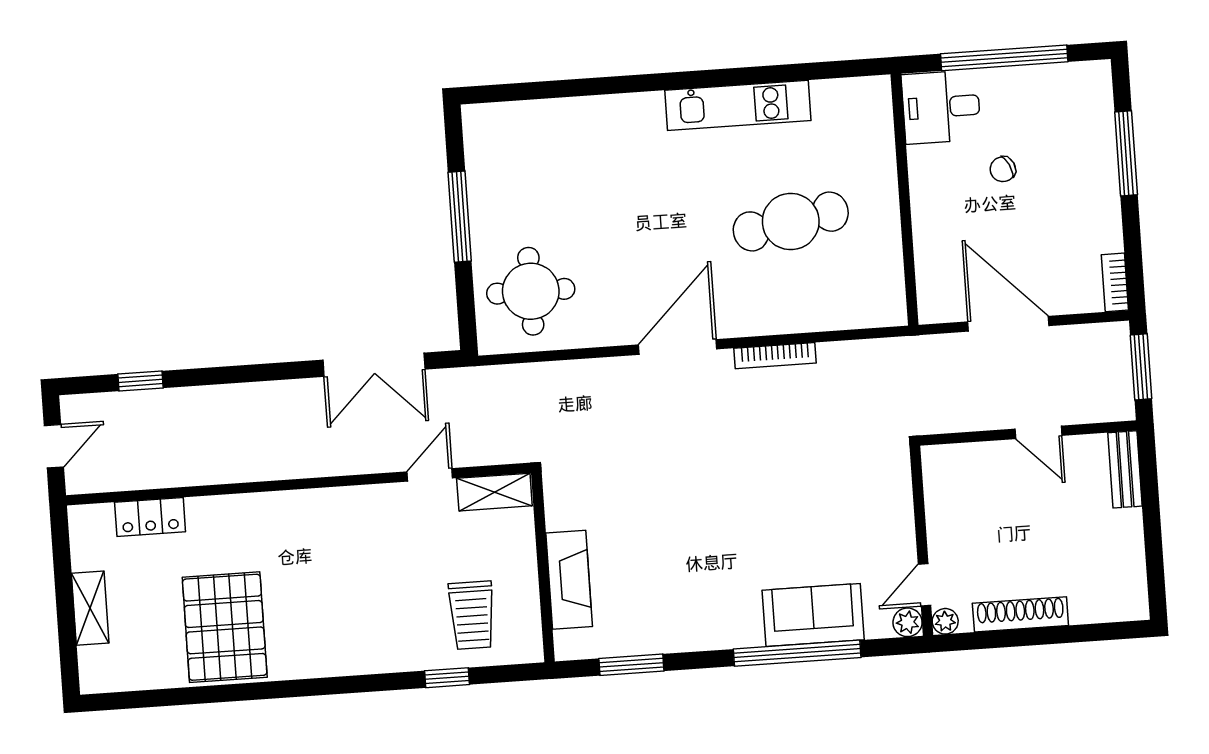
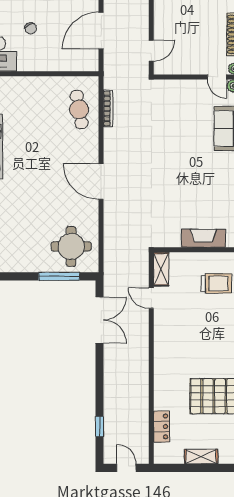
window: (460, 217) -> (59, 276), moved
cafe table: (791, 222) -> (79, 109), moved, width x0.73, depth x0.74
bookcase: (775, 356) -> (108, 109), moved
door: (1038, 432) -> (151, 51), moved

